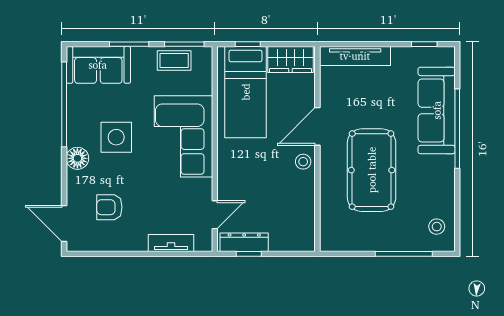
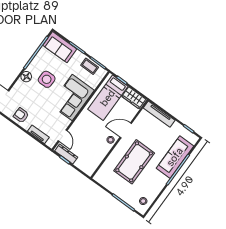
armchair: (109, 207) -> (21, 115), moved
door: (215, 215) -> (63, 136), hinge flipped

